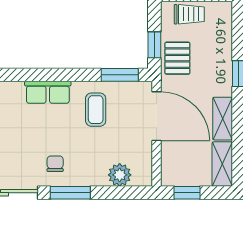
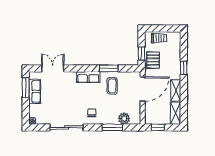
window: (120, 75) -> (109, 68), moved
door: (157, 116) -> (143, 89), hinge flipped
window: (70, 193) -> (112, 127), moved

